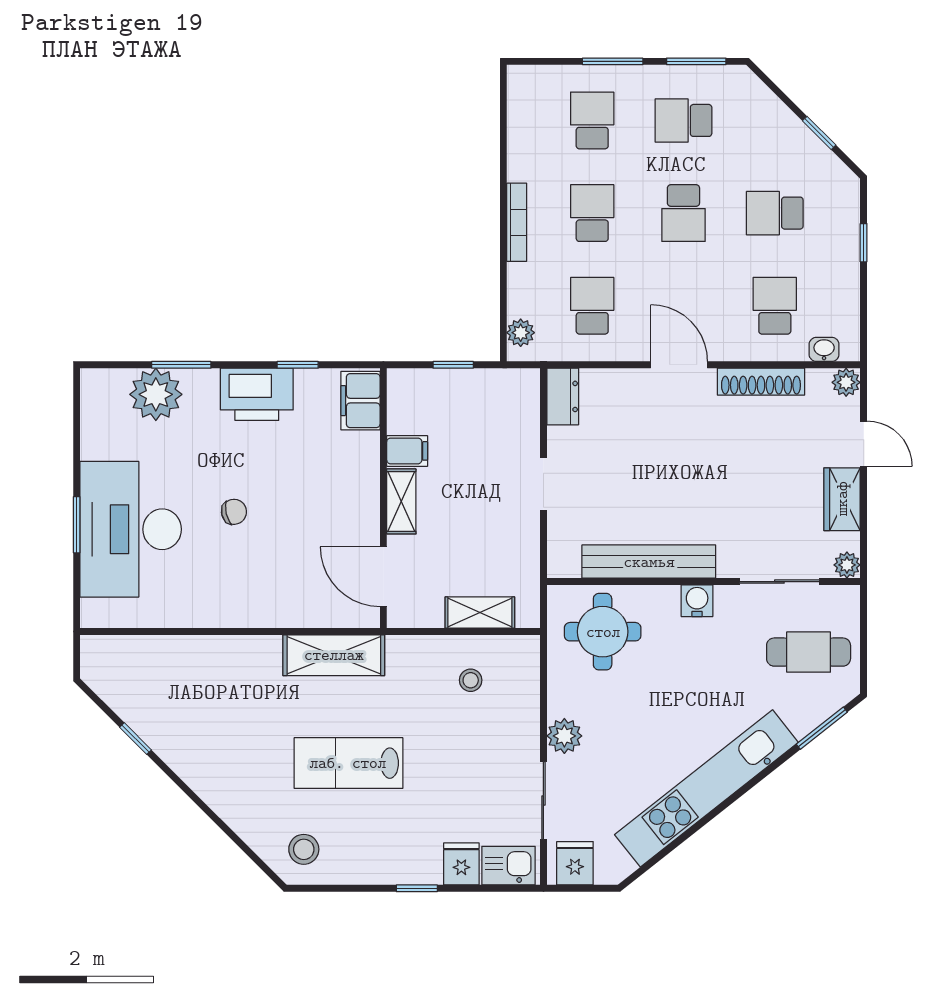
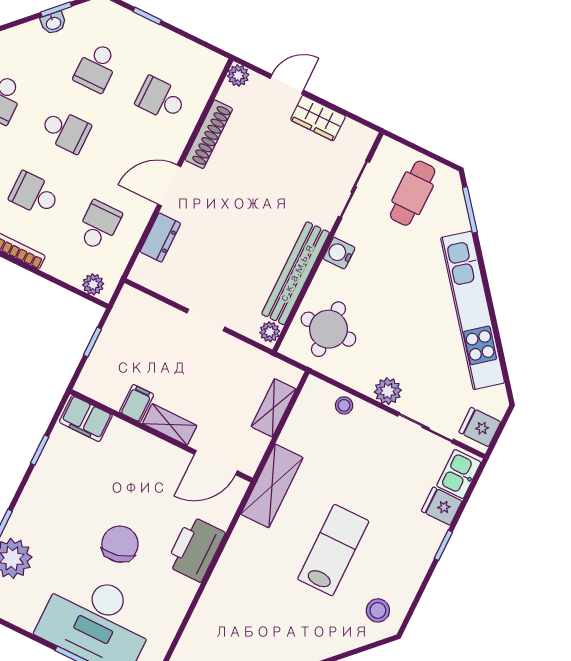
school desk: (592, 306) -> (99, 226), turned 90
washbasin: (824, 349) -> (53, 23), moved, turned -135
printer: (257, 394) -> (195, 549), moved, turned 180
dresser: (563, 396) -> (160, 237), moved, turned 90
chair: (234, 512) -> (120, 544), width x1.87, depth x1.87
plant: (847, 565) -> (270, 332), moved
shelving: (334, 655) -> (272, 486), moved
stool: (471, 680) -> (344, 405), moved
lab bench: (348, 763) -> (333, 550), turned 180

